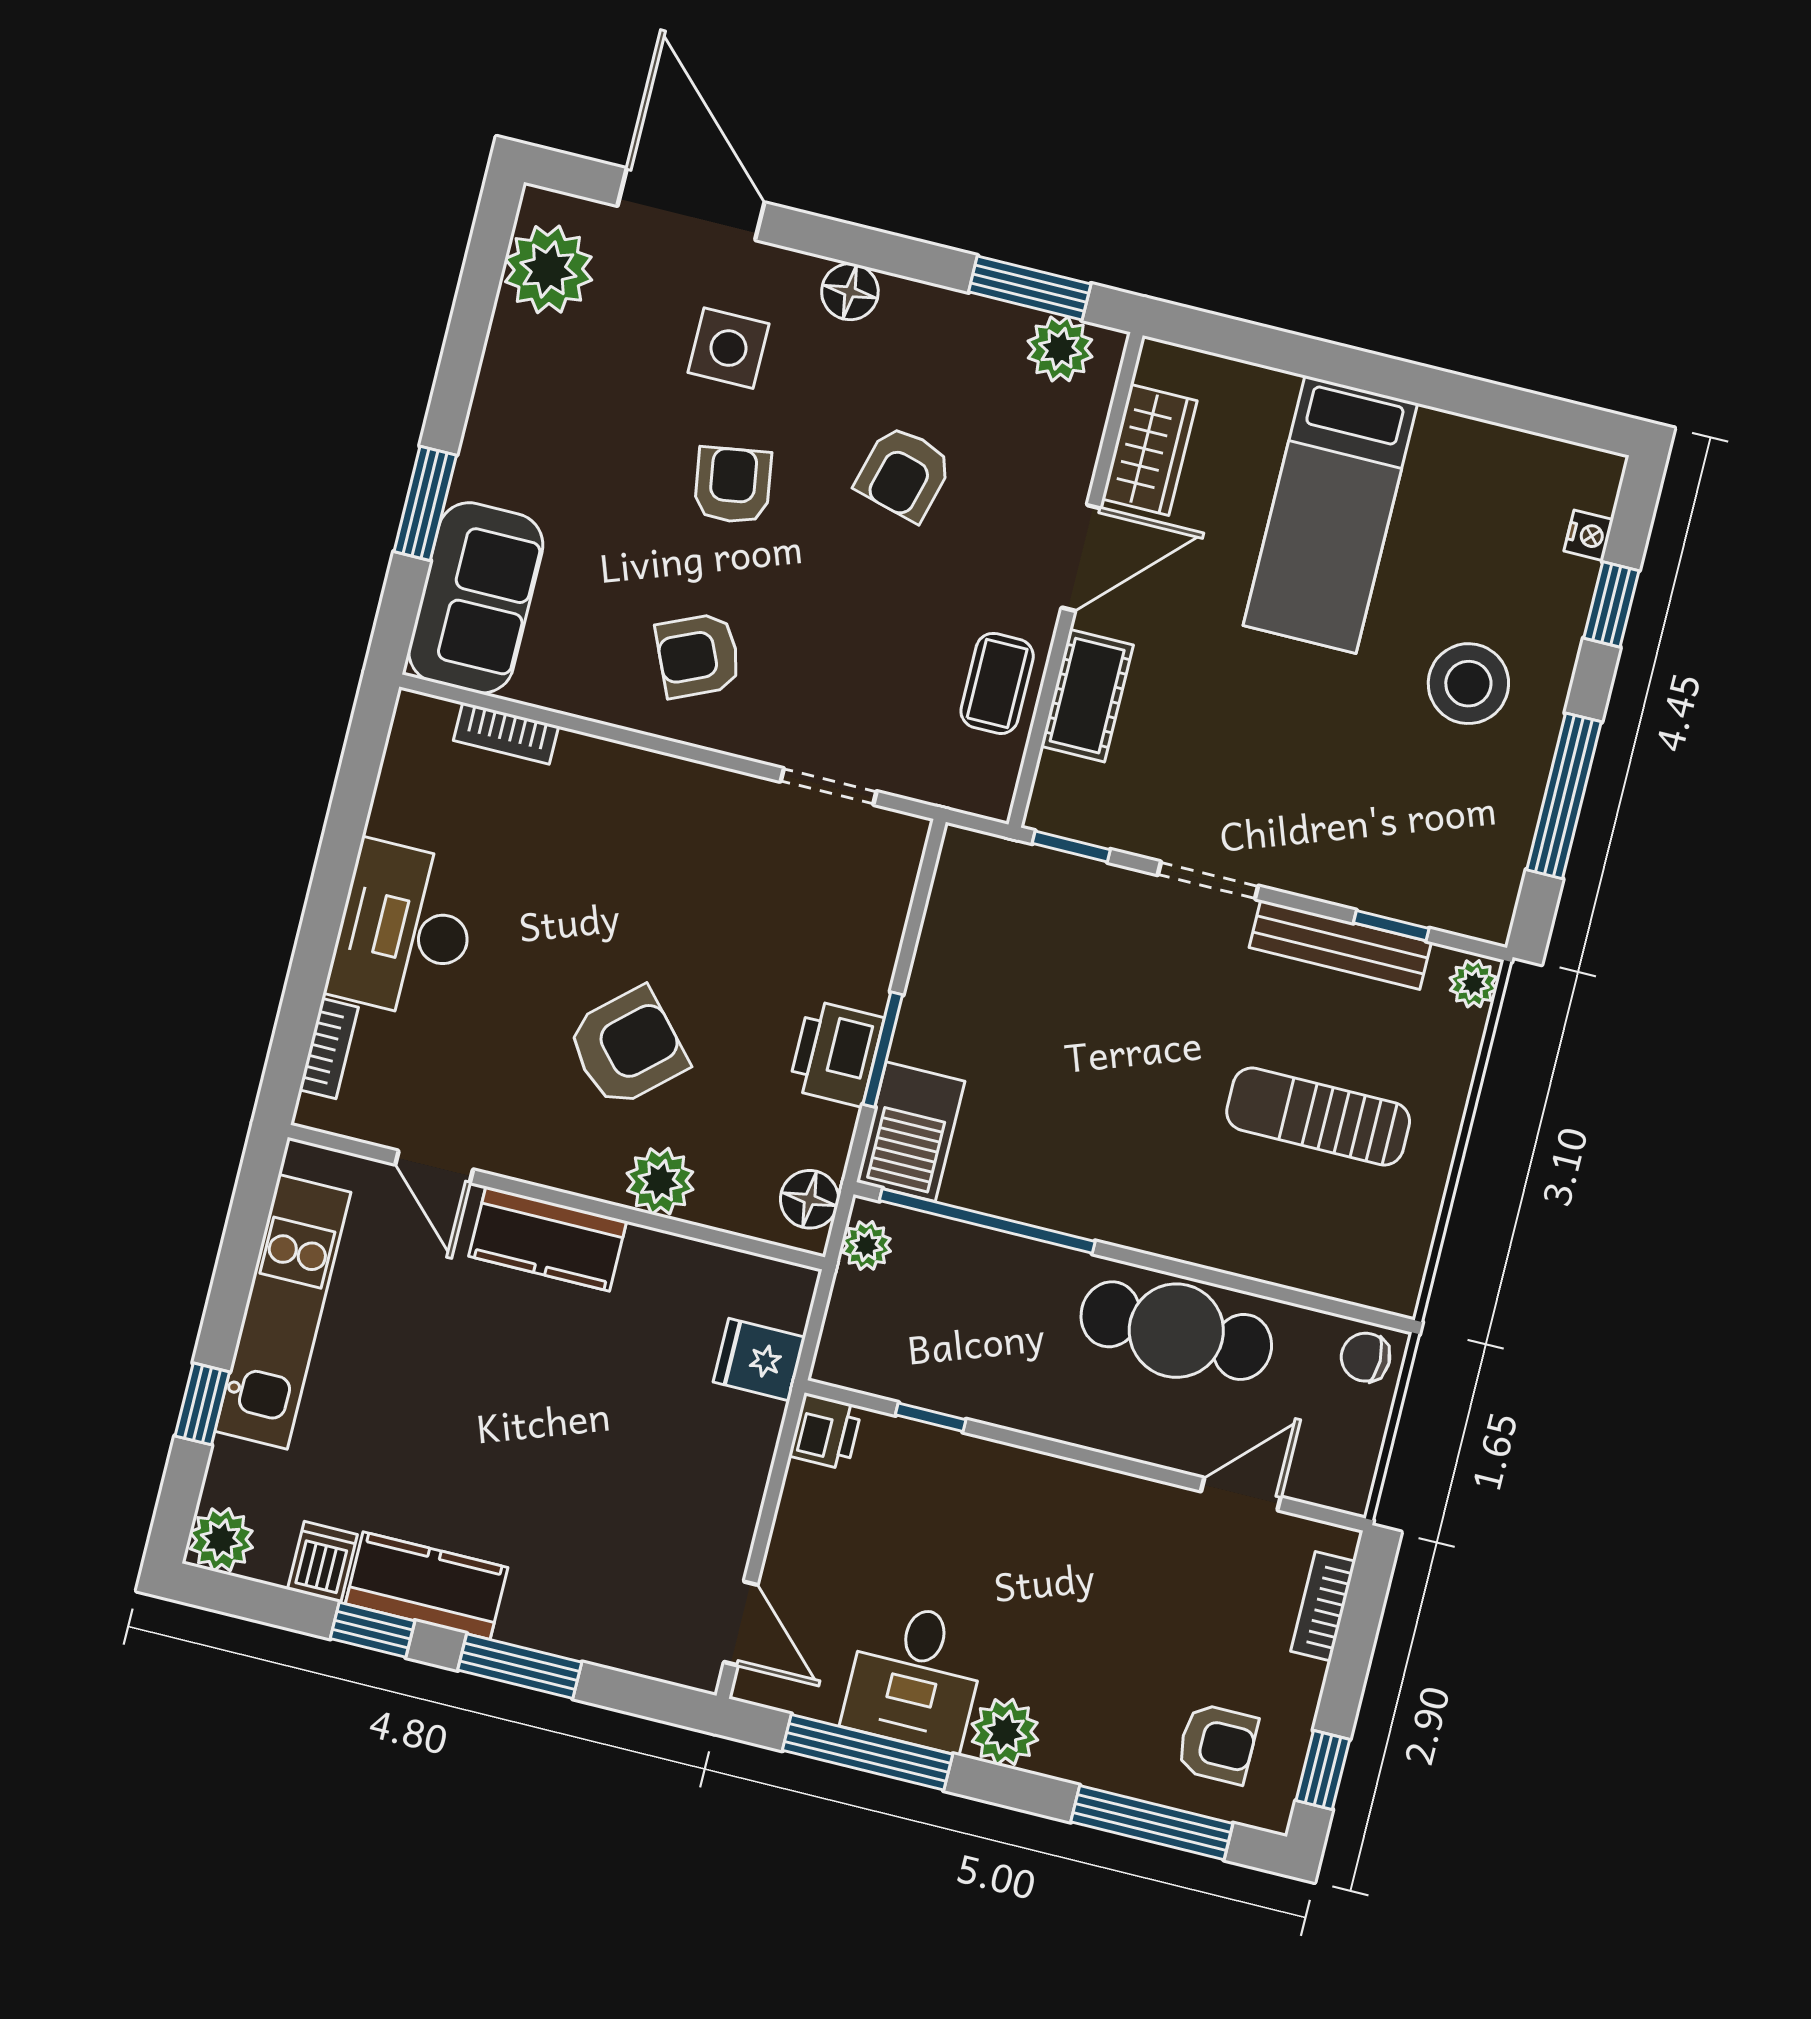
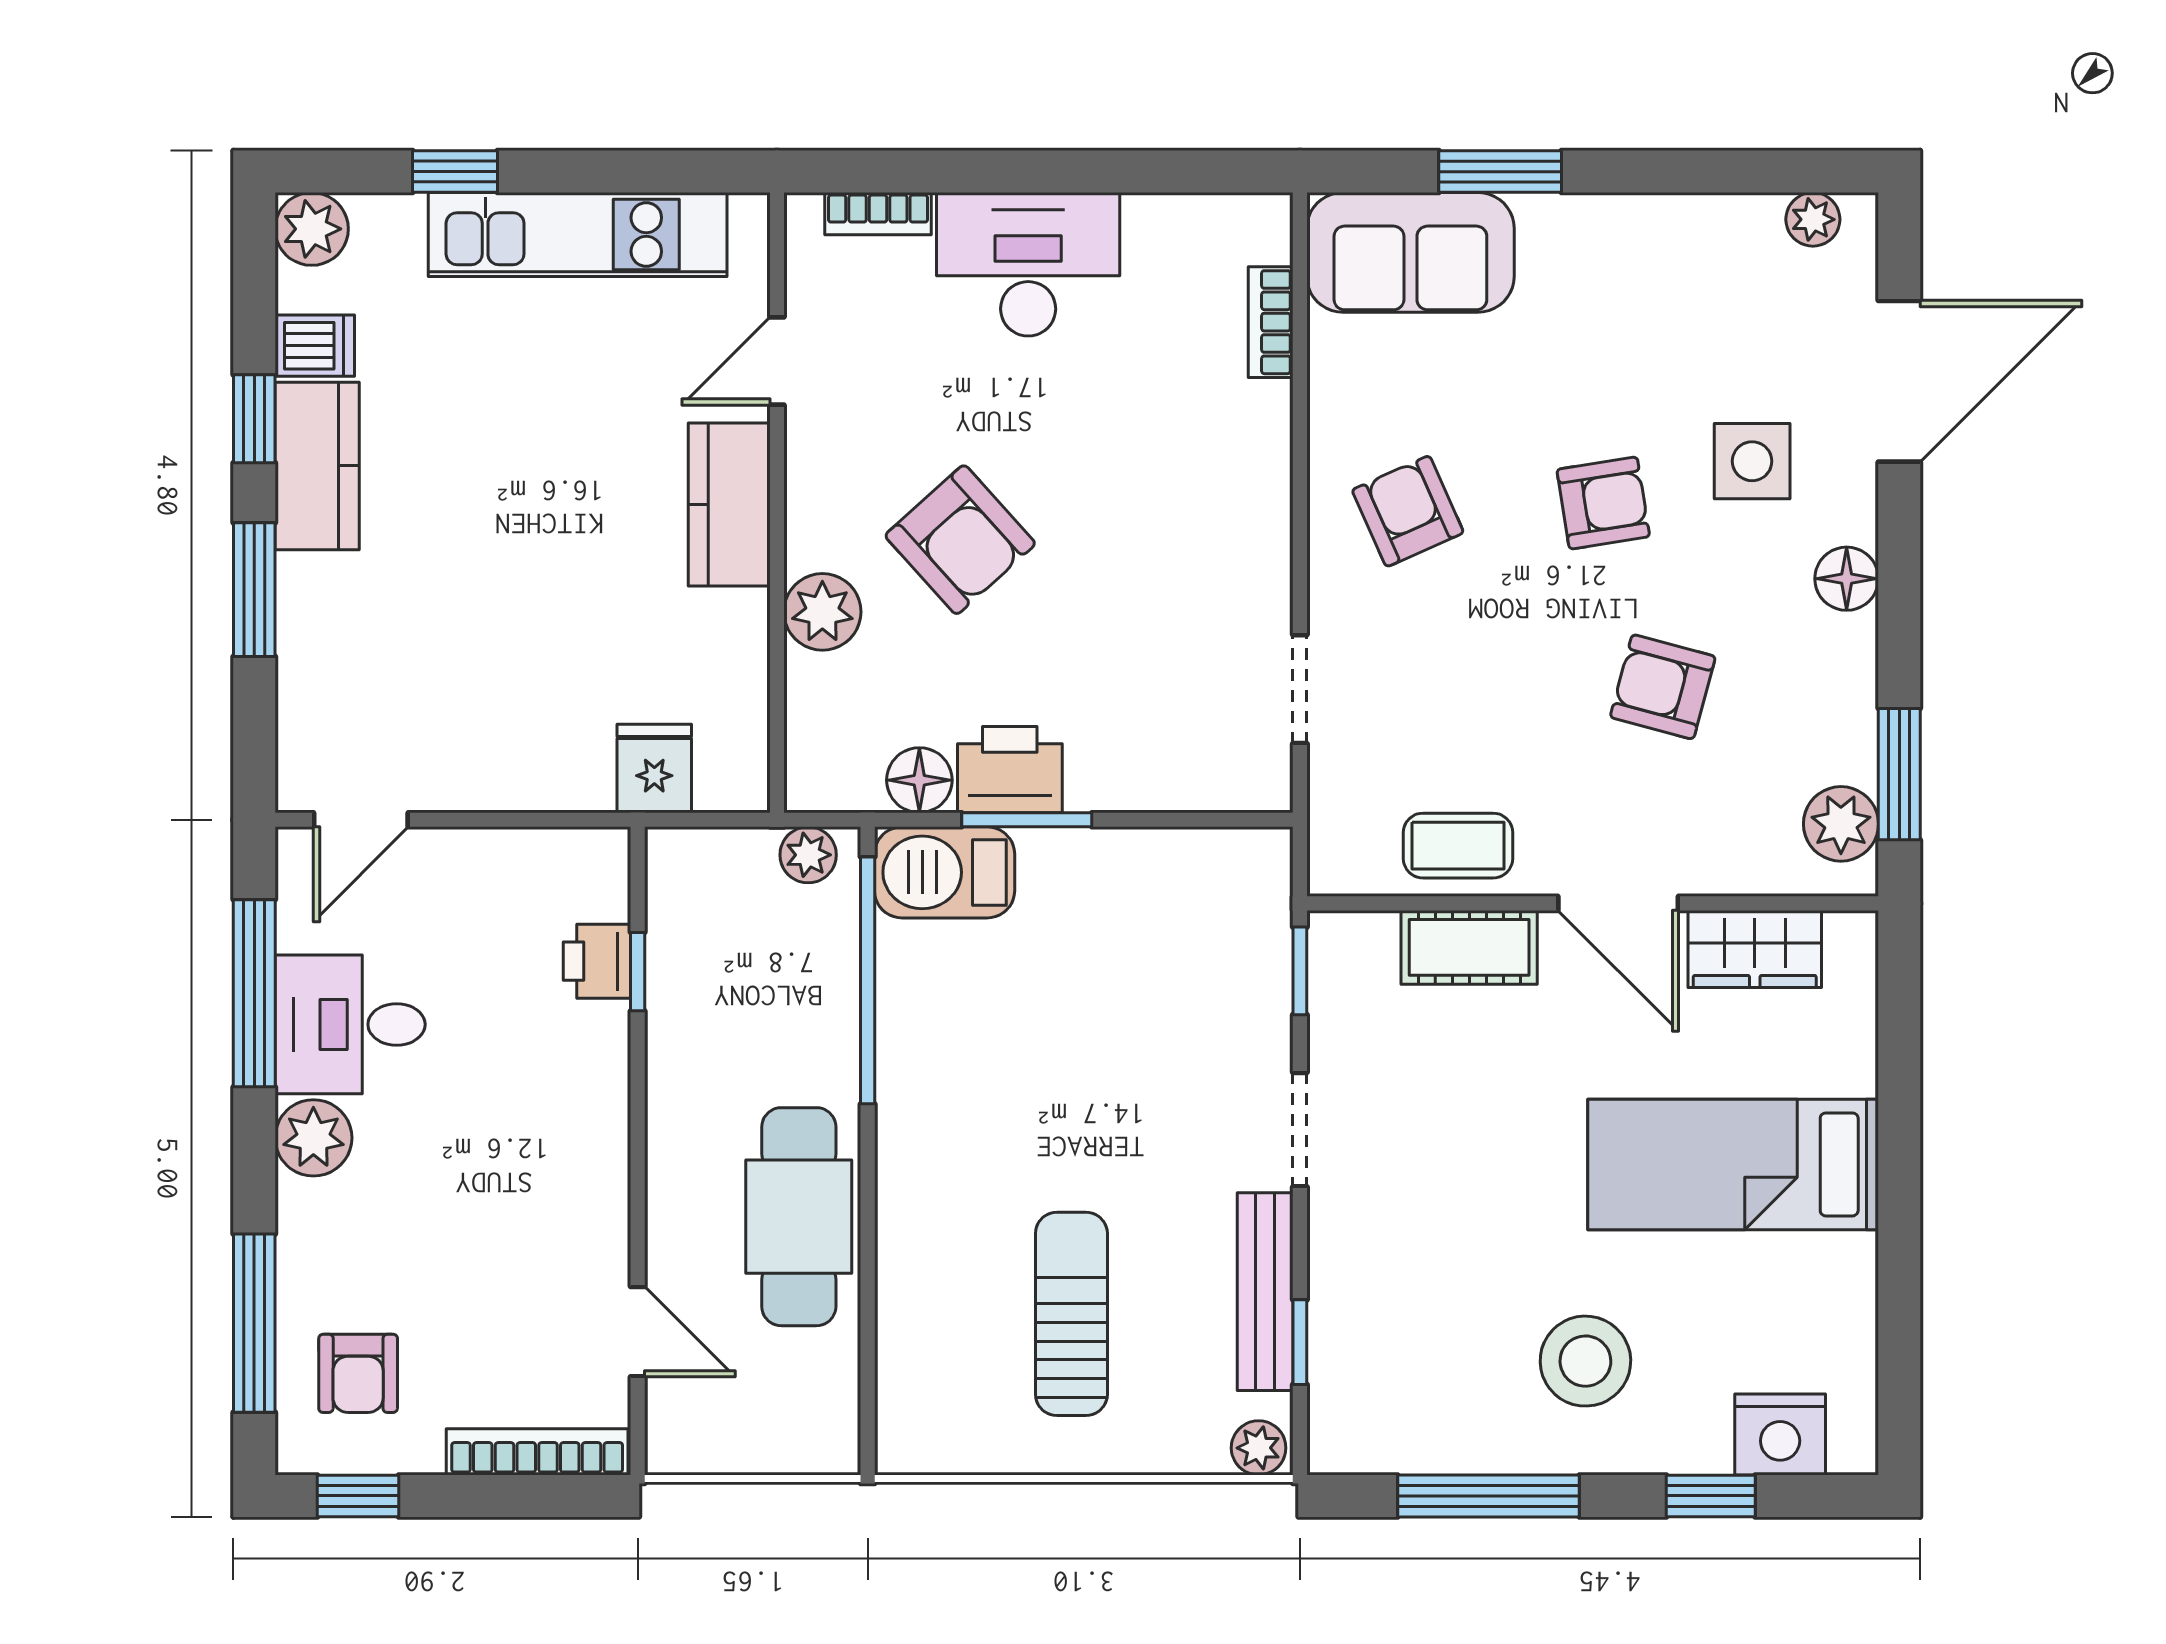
plant: (548, 269) -> (1813, 219), width x0.53, depth x0.53
nightstand: (1589, 535) -> (1780, 1434), width x1.89, depth x1.79
floor lamp: (810, 1199) -> (919, 780), moved
chair: (1366, 1357) -> (821, 1431), removed
printer: (825, 1431) -> (597, 961), moved, turned 90
bookcase: (1323, 1606) -> (537, 1452), width x1.56

